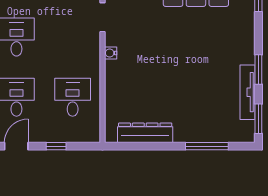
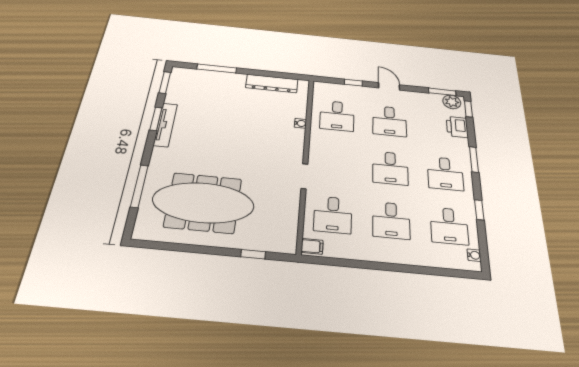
water cooler: (111, 53) -> (300, 123), moved
tv unit: (247, 92) -> (165, 125), moved
door: (16, 146) -> (389, 86), swing flipped

